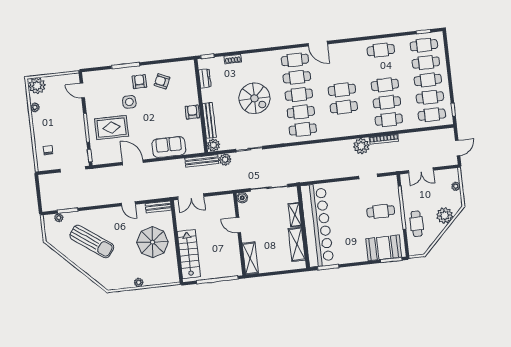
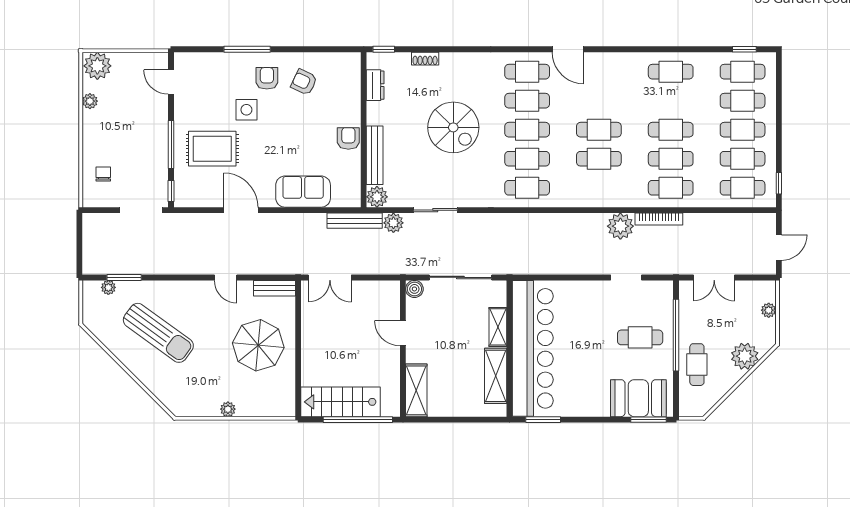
stairs: (189, 254) -> (341, 402), moved, turned -90

